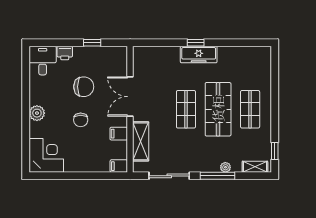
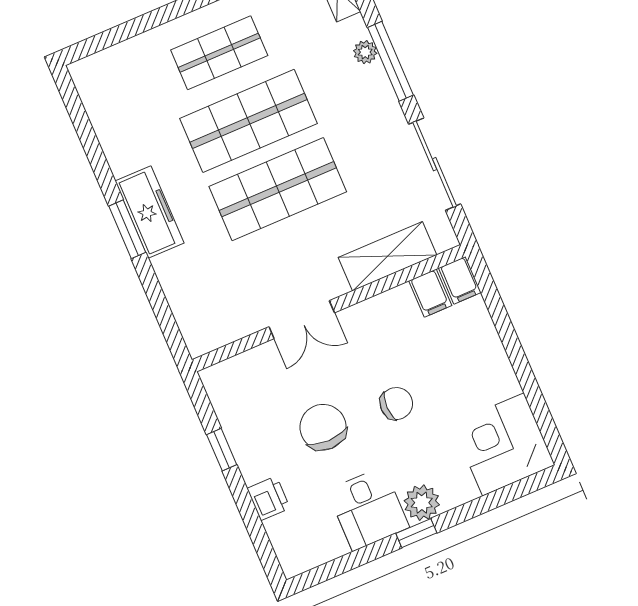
window: (196, 43) -> (127, 229), width x1.50
desk: (43, 61) -> (368, 509), moved, turned -90
double door: (130, 97) -> (302, 320), width x0.73
window: (26, 106) -> (416, 533), added
shop shelf: (186, 109) -> (278, 189), width x1.43, depth x1.36
filing cabinet: (119, 134) -> (430, 293), moved

